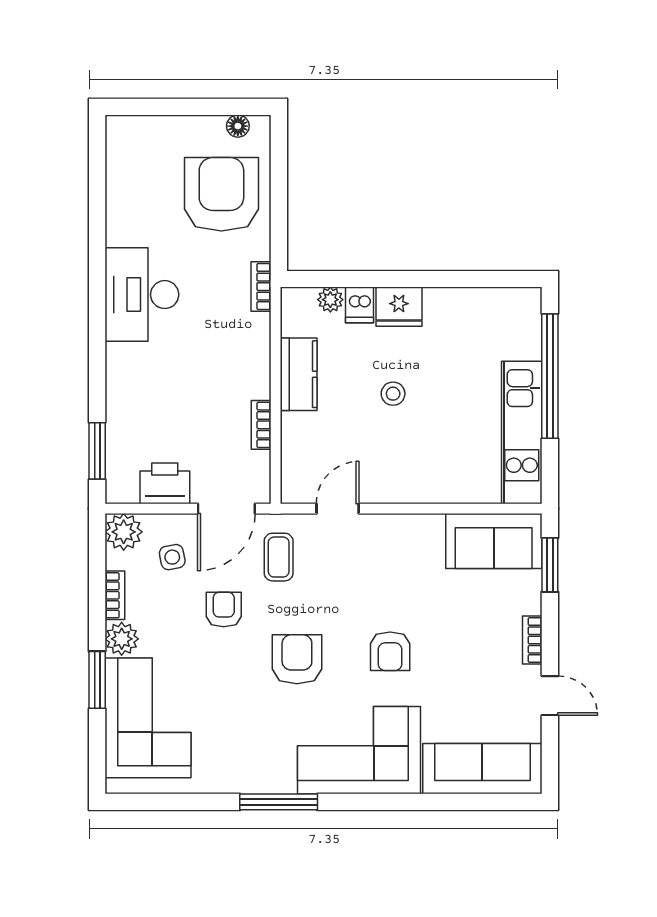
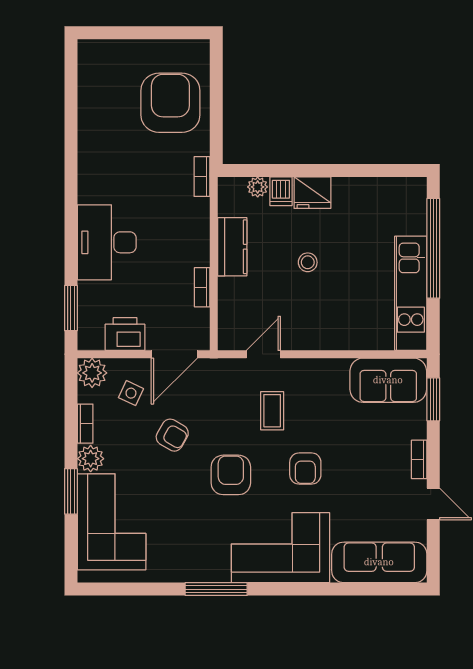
floor lamp: (238, 126) -> (184, 48), removed
desk: (142, 295) -> (107, 242), moved
side table: (172, 557) -> (131, 393), turned 36
coffee table: (279, 557) -> (272, 411), moved
armchair: (224, 610) -> (172, 435), turned 120

